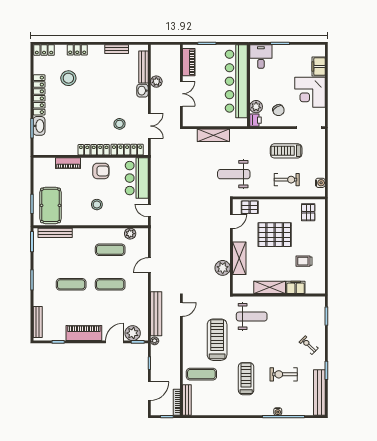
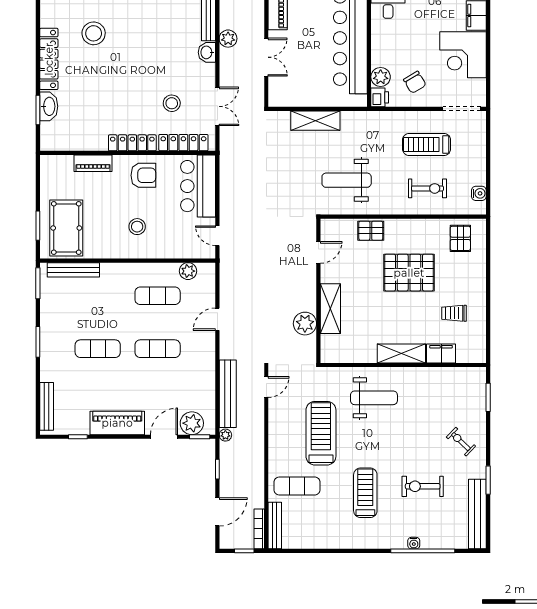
door: (231, 221) -> (318, 252), moved
wall: (231, 246) -> (318, 291), moved
shelving: (239, 258) -> (330, 309), moved
plant: (223, 268) -> (305, 324), moved

